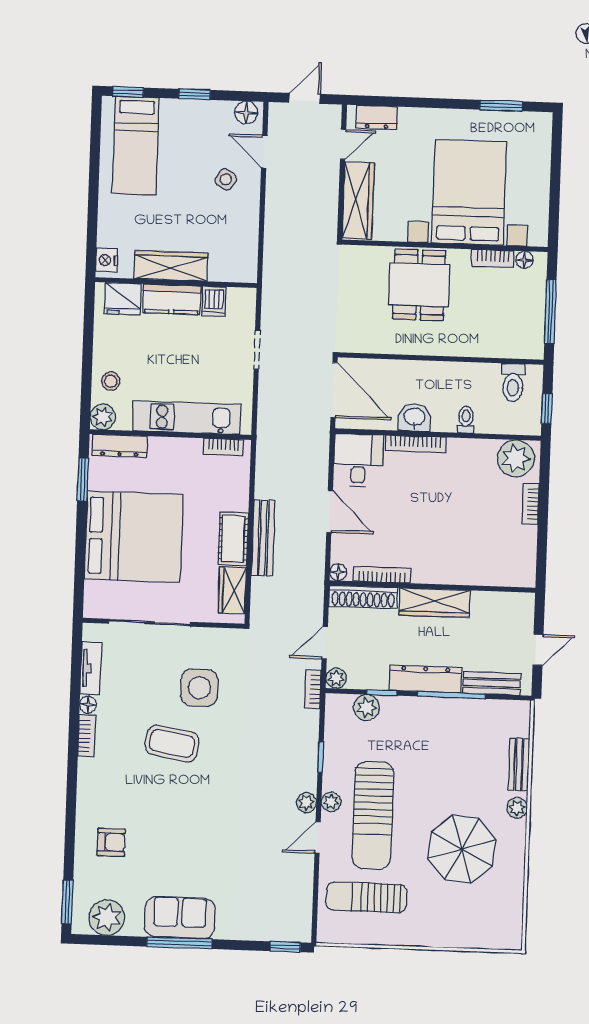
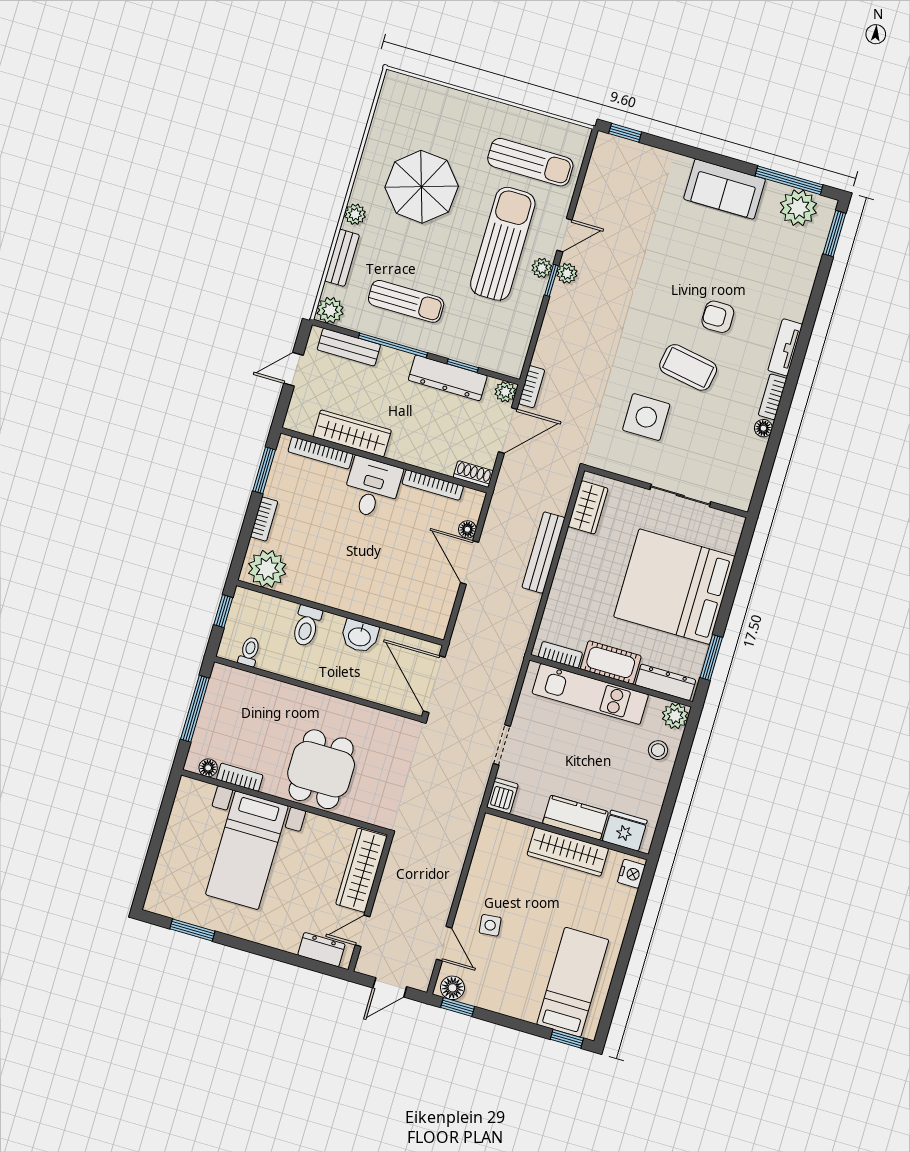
window: (195, 94) -> (458, 1007), moved
side table: (226, 179) -> (490, 925), turned -37
bed with nightstands: (469, 192) -> (247, 850), width x0.73
dishwasher: (214, 301) -> (502, 796), moved
toilet: (513, 383) -> (249, 652), width x0.73, depth x0.72
toilet: (466, 420) -> (307, 626), width x1.37, depth x1.39
bookcase: (416, 444) -> (320, 453), moved, turned 180
desk: (358, 460) -> (372, 488), moved, turned 180
cot: (233, 539) -> (611, 662), moved, turned 90
window: (542, 549) -> (264, 470), added
floor lamp: (338, 572) -> (467, 529), moved
shoe rack: (363, 597) -> (473, 474), width x0.51, depth x0.81
wardrobe: (435, 603) -> (352, 433), moved
sliding door: (149, 623) -> (680, 496), width x0.73
door: (325, 643) -> (508, 431), width x1.38
tv unit: (91, 668) -> (785, 347), moved
dresser: (425, 679) -> (448, 378), moved
plant: (367, 707) -> (330, 310), moved
sun lounger: (449, 739) -> (406, 301), added
window: (321, 757) -> (551, 280), moved
armchair: (111, 842) -> (718, 317), moved
window: (179, 943) -> (789, 180), moved

